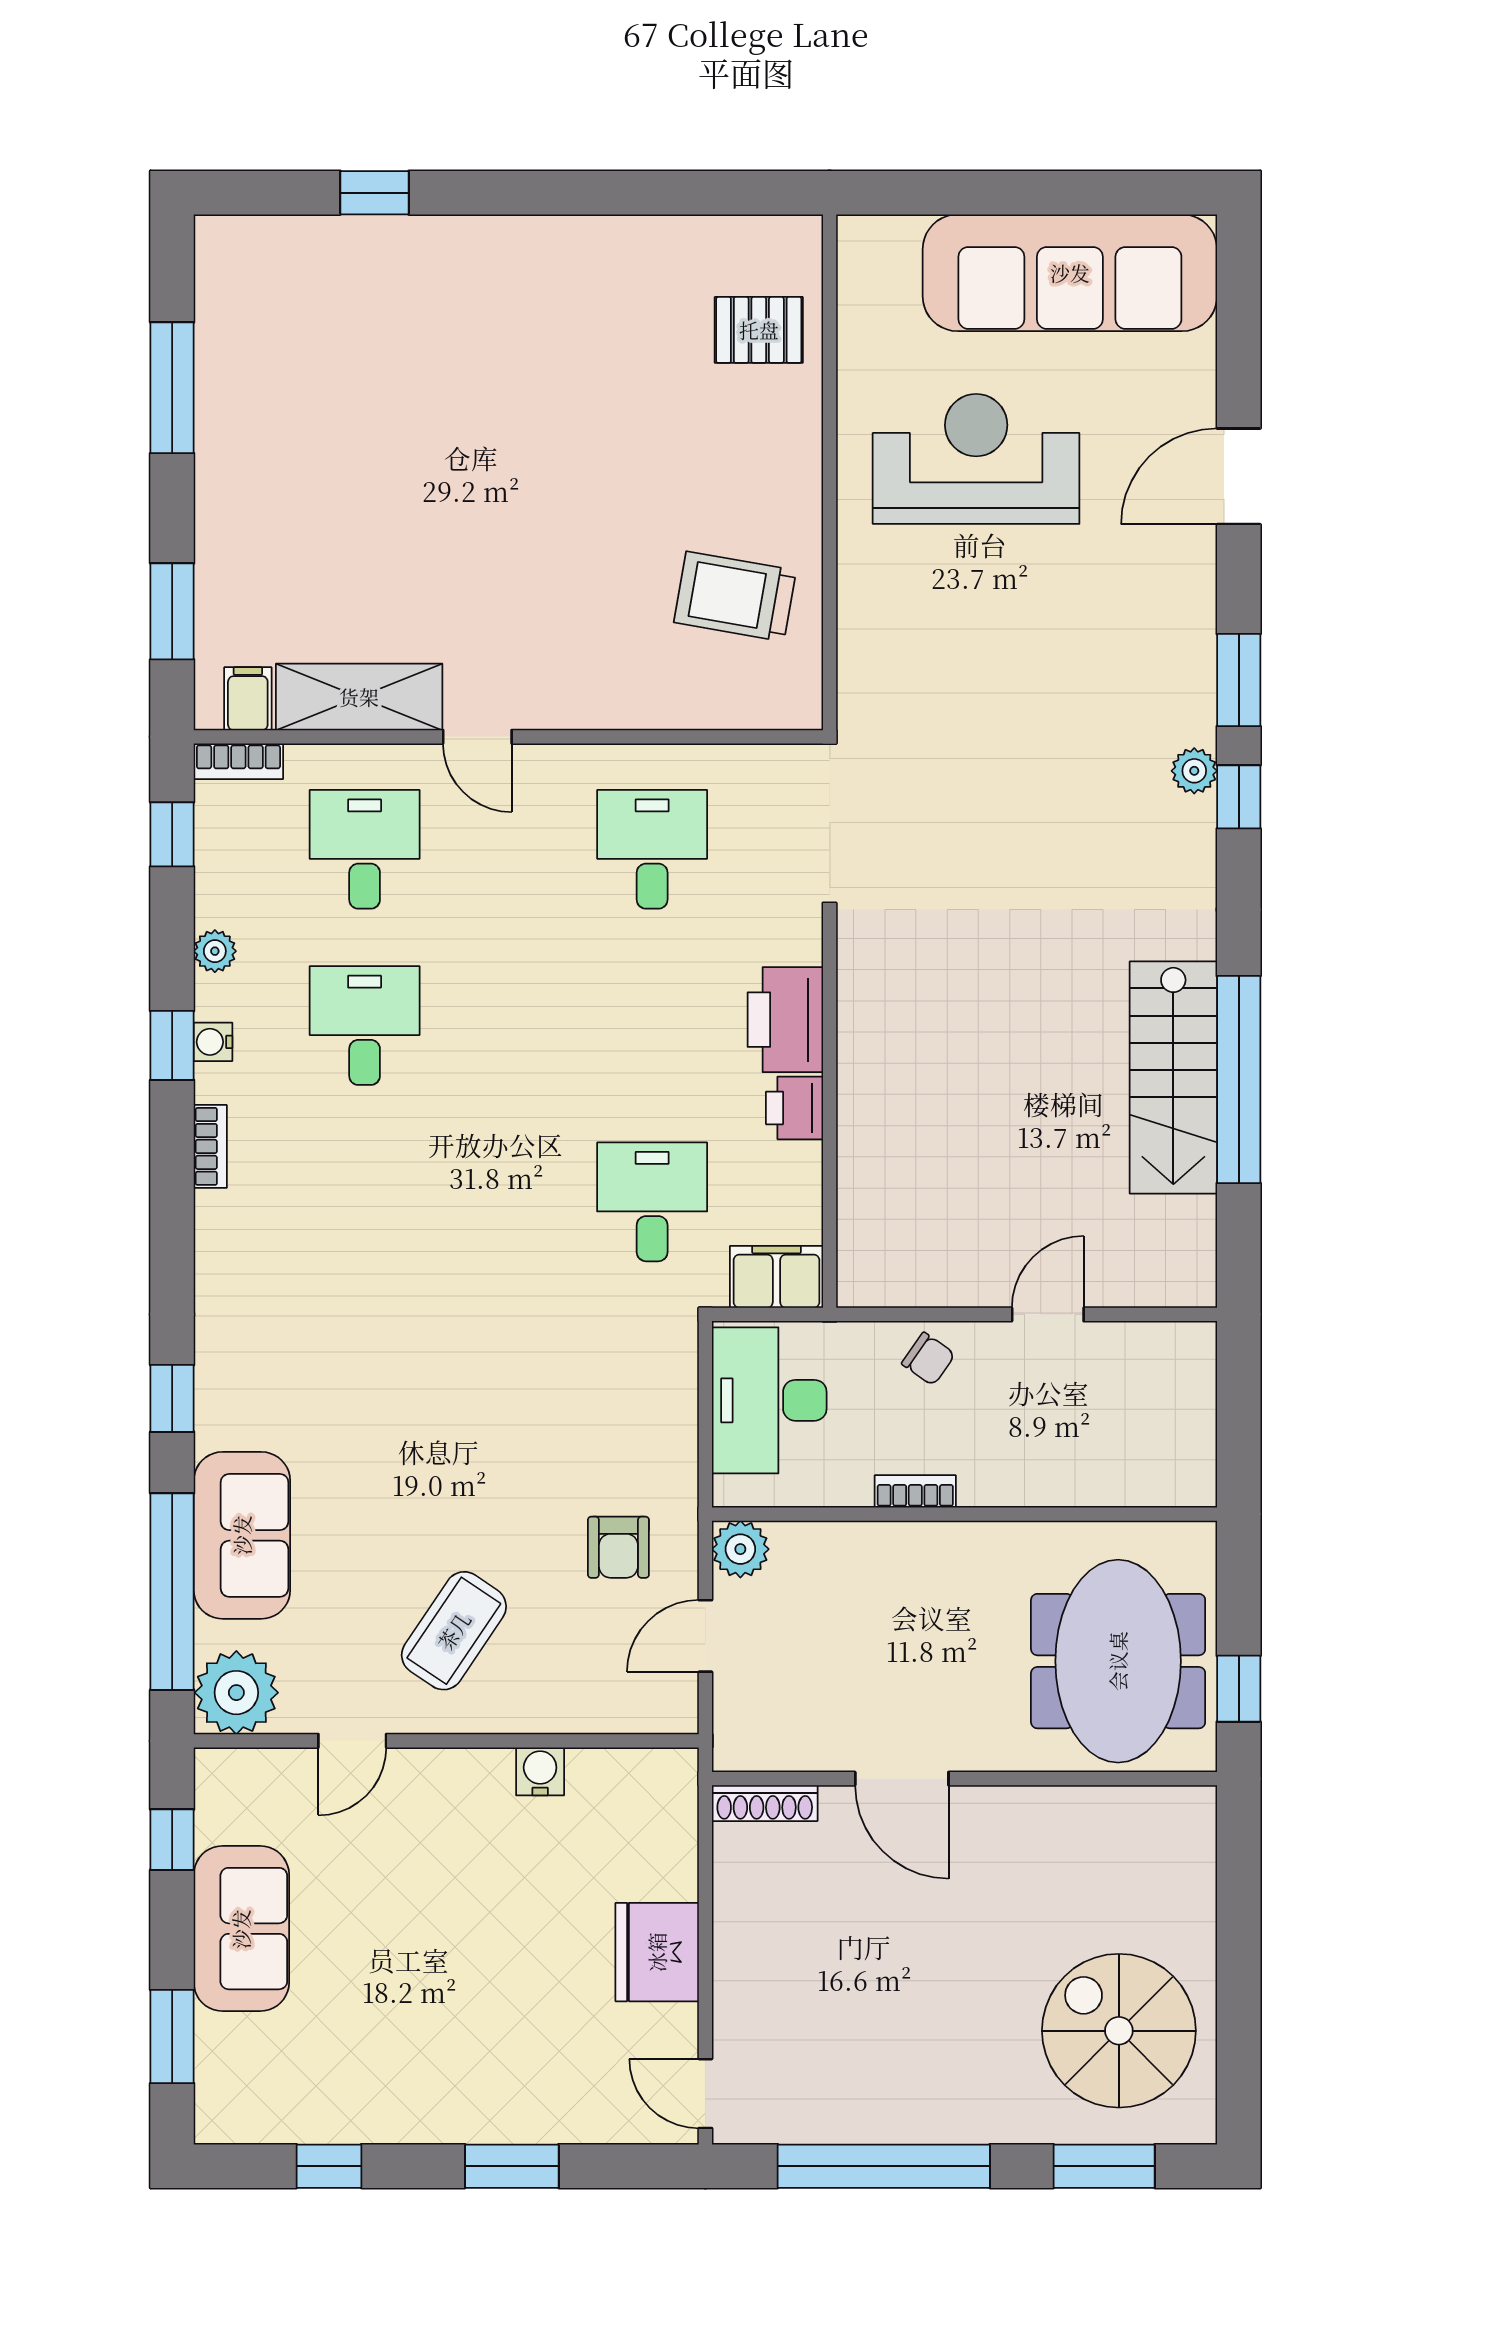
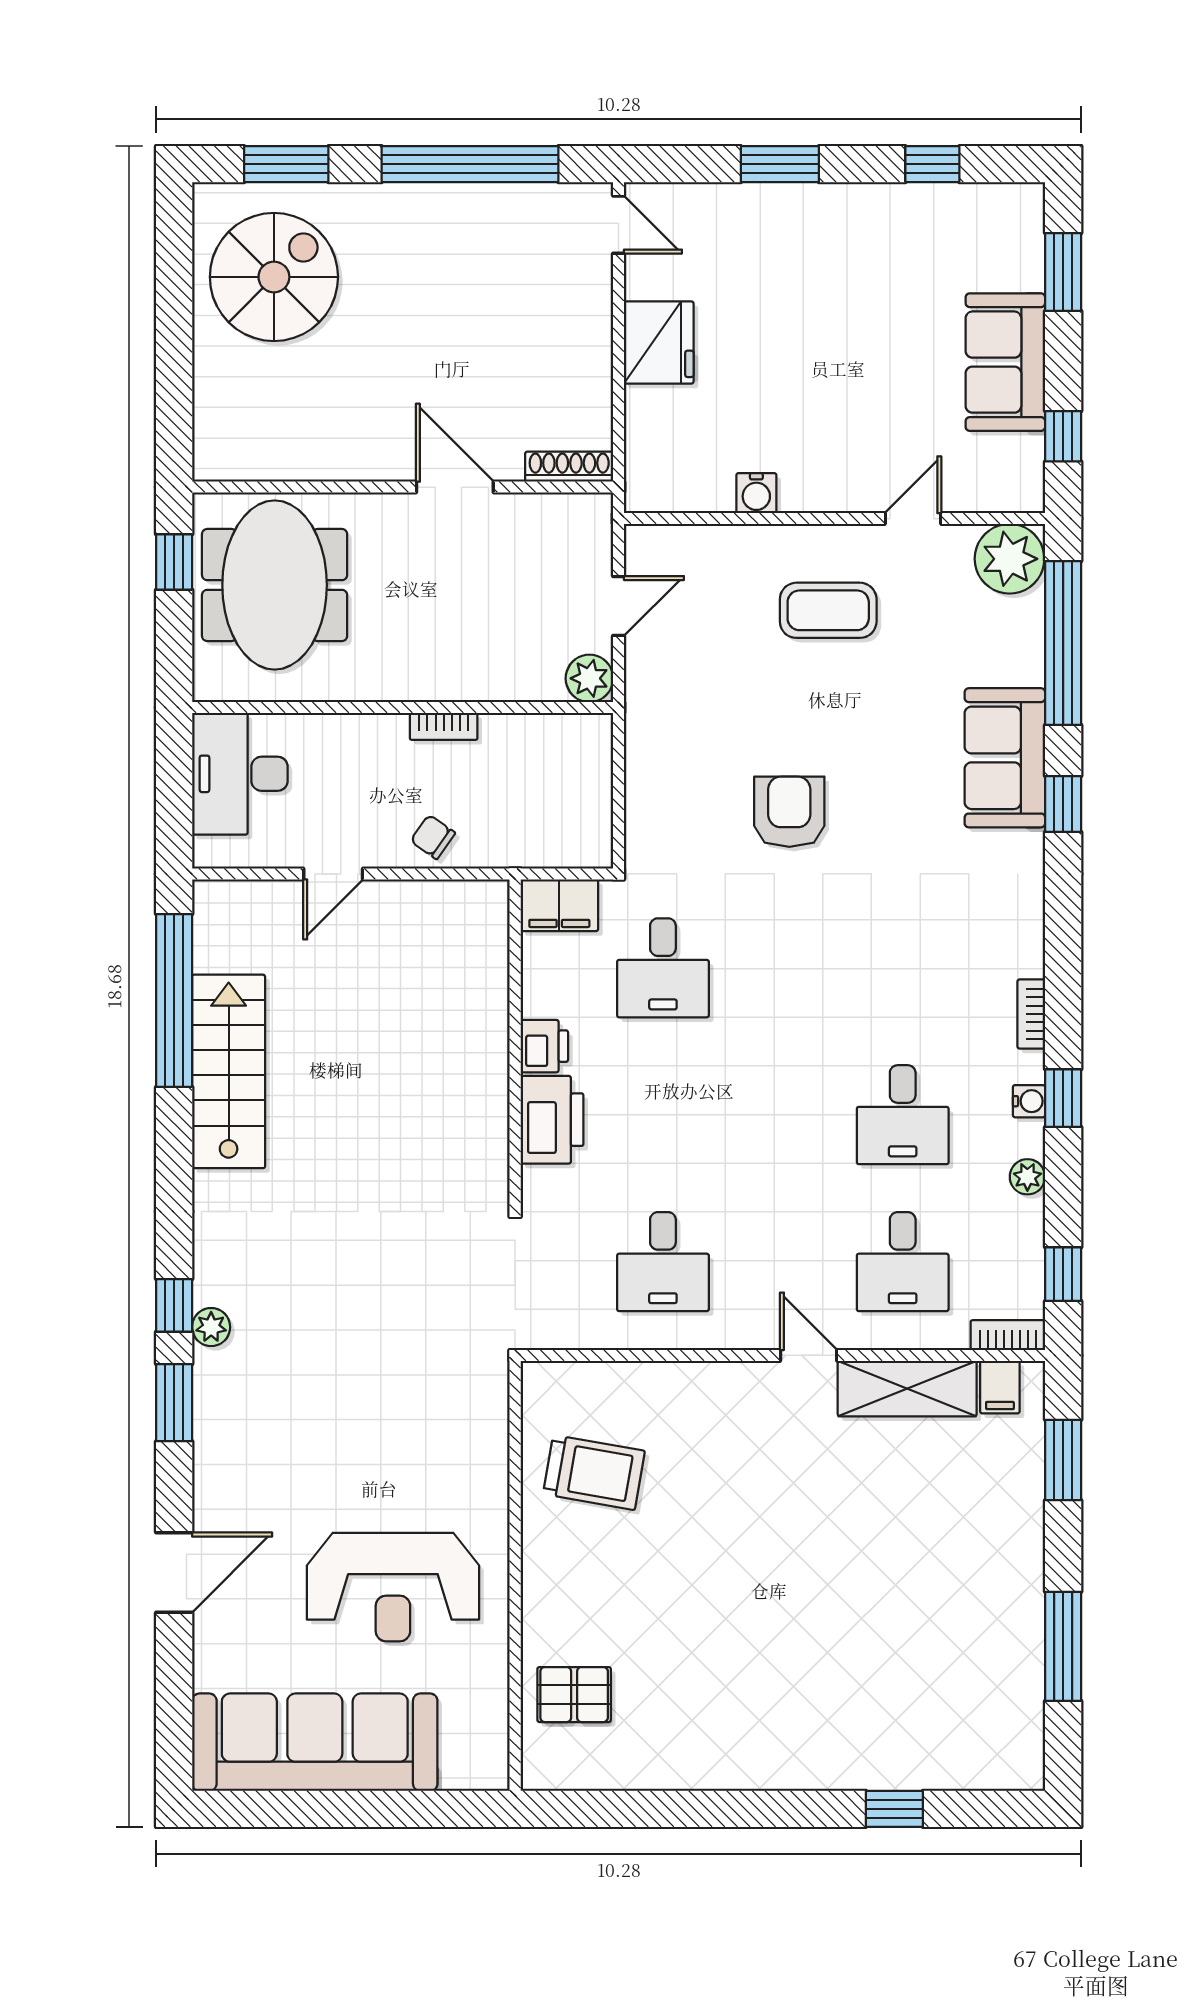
window: (1239, 1079) -> (174, 1001), moved
desk: (769, 1400) -> (240, 774), moved, turned 180
sofa: (242, 1535) -> (1005, 758), moved
armchair: (618, 1547) -> (789, 812), moved, width x1.38, depth x1.38
coffee table: (454, 1631) -> (828, 610), turned 56
spiral stairs: (1119, 2031) -> (274, 277), turned -90

